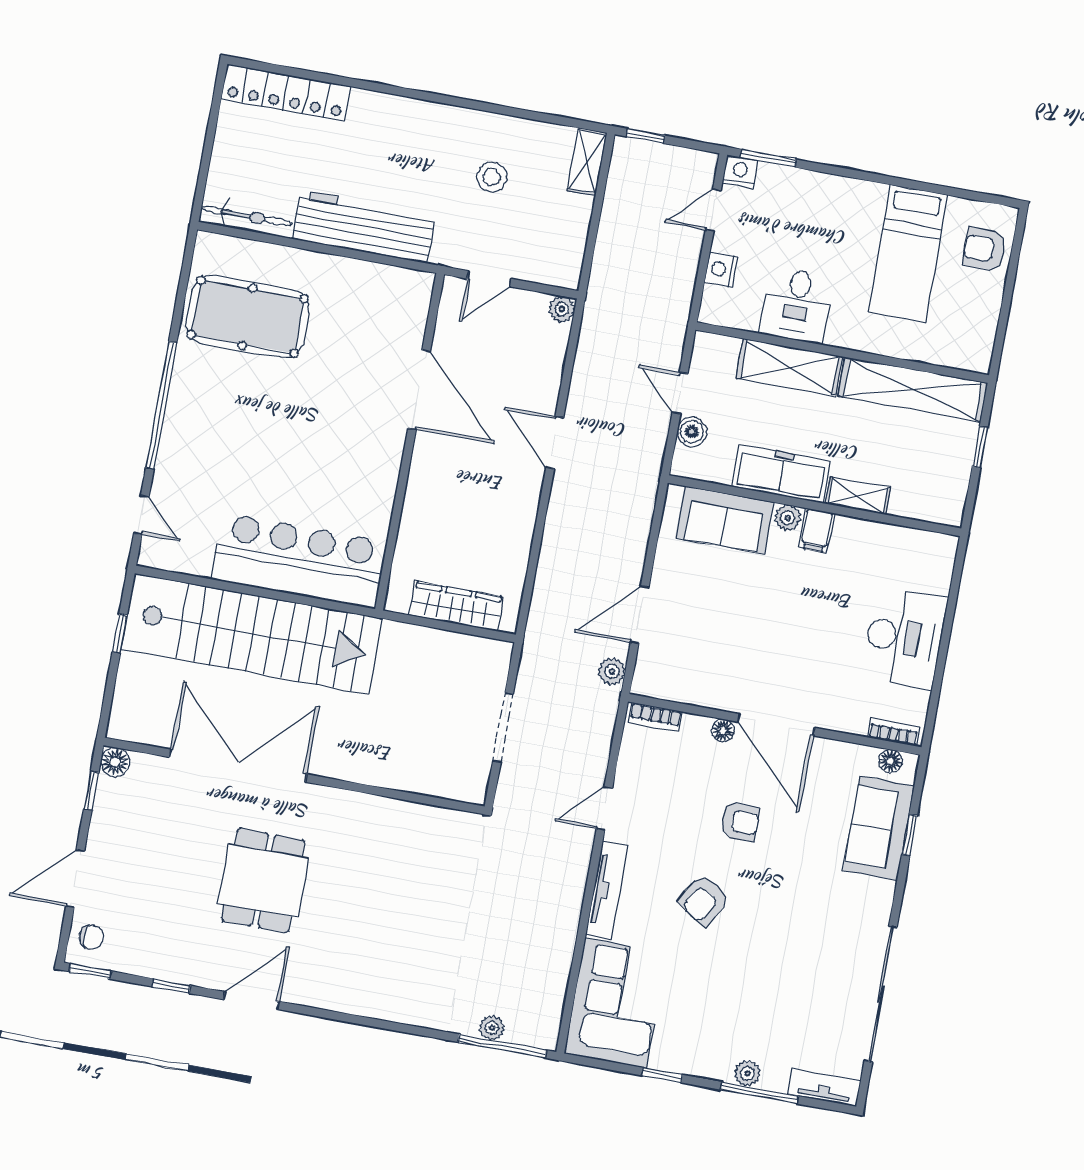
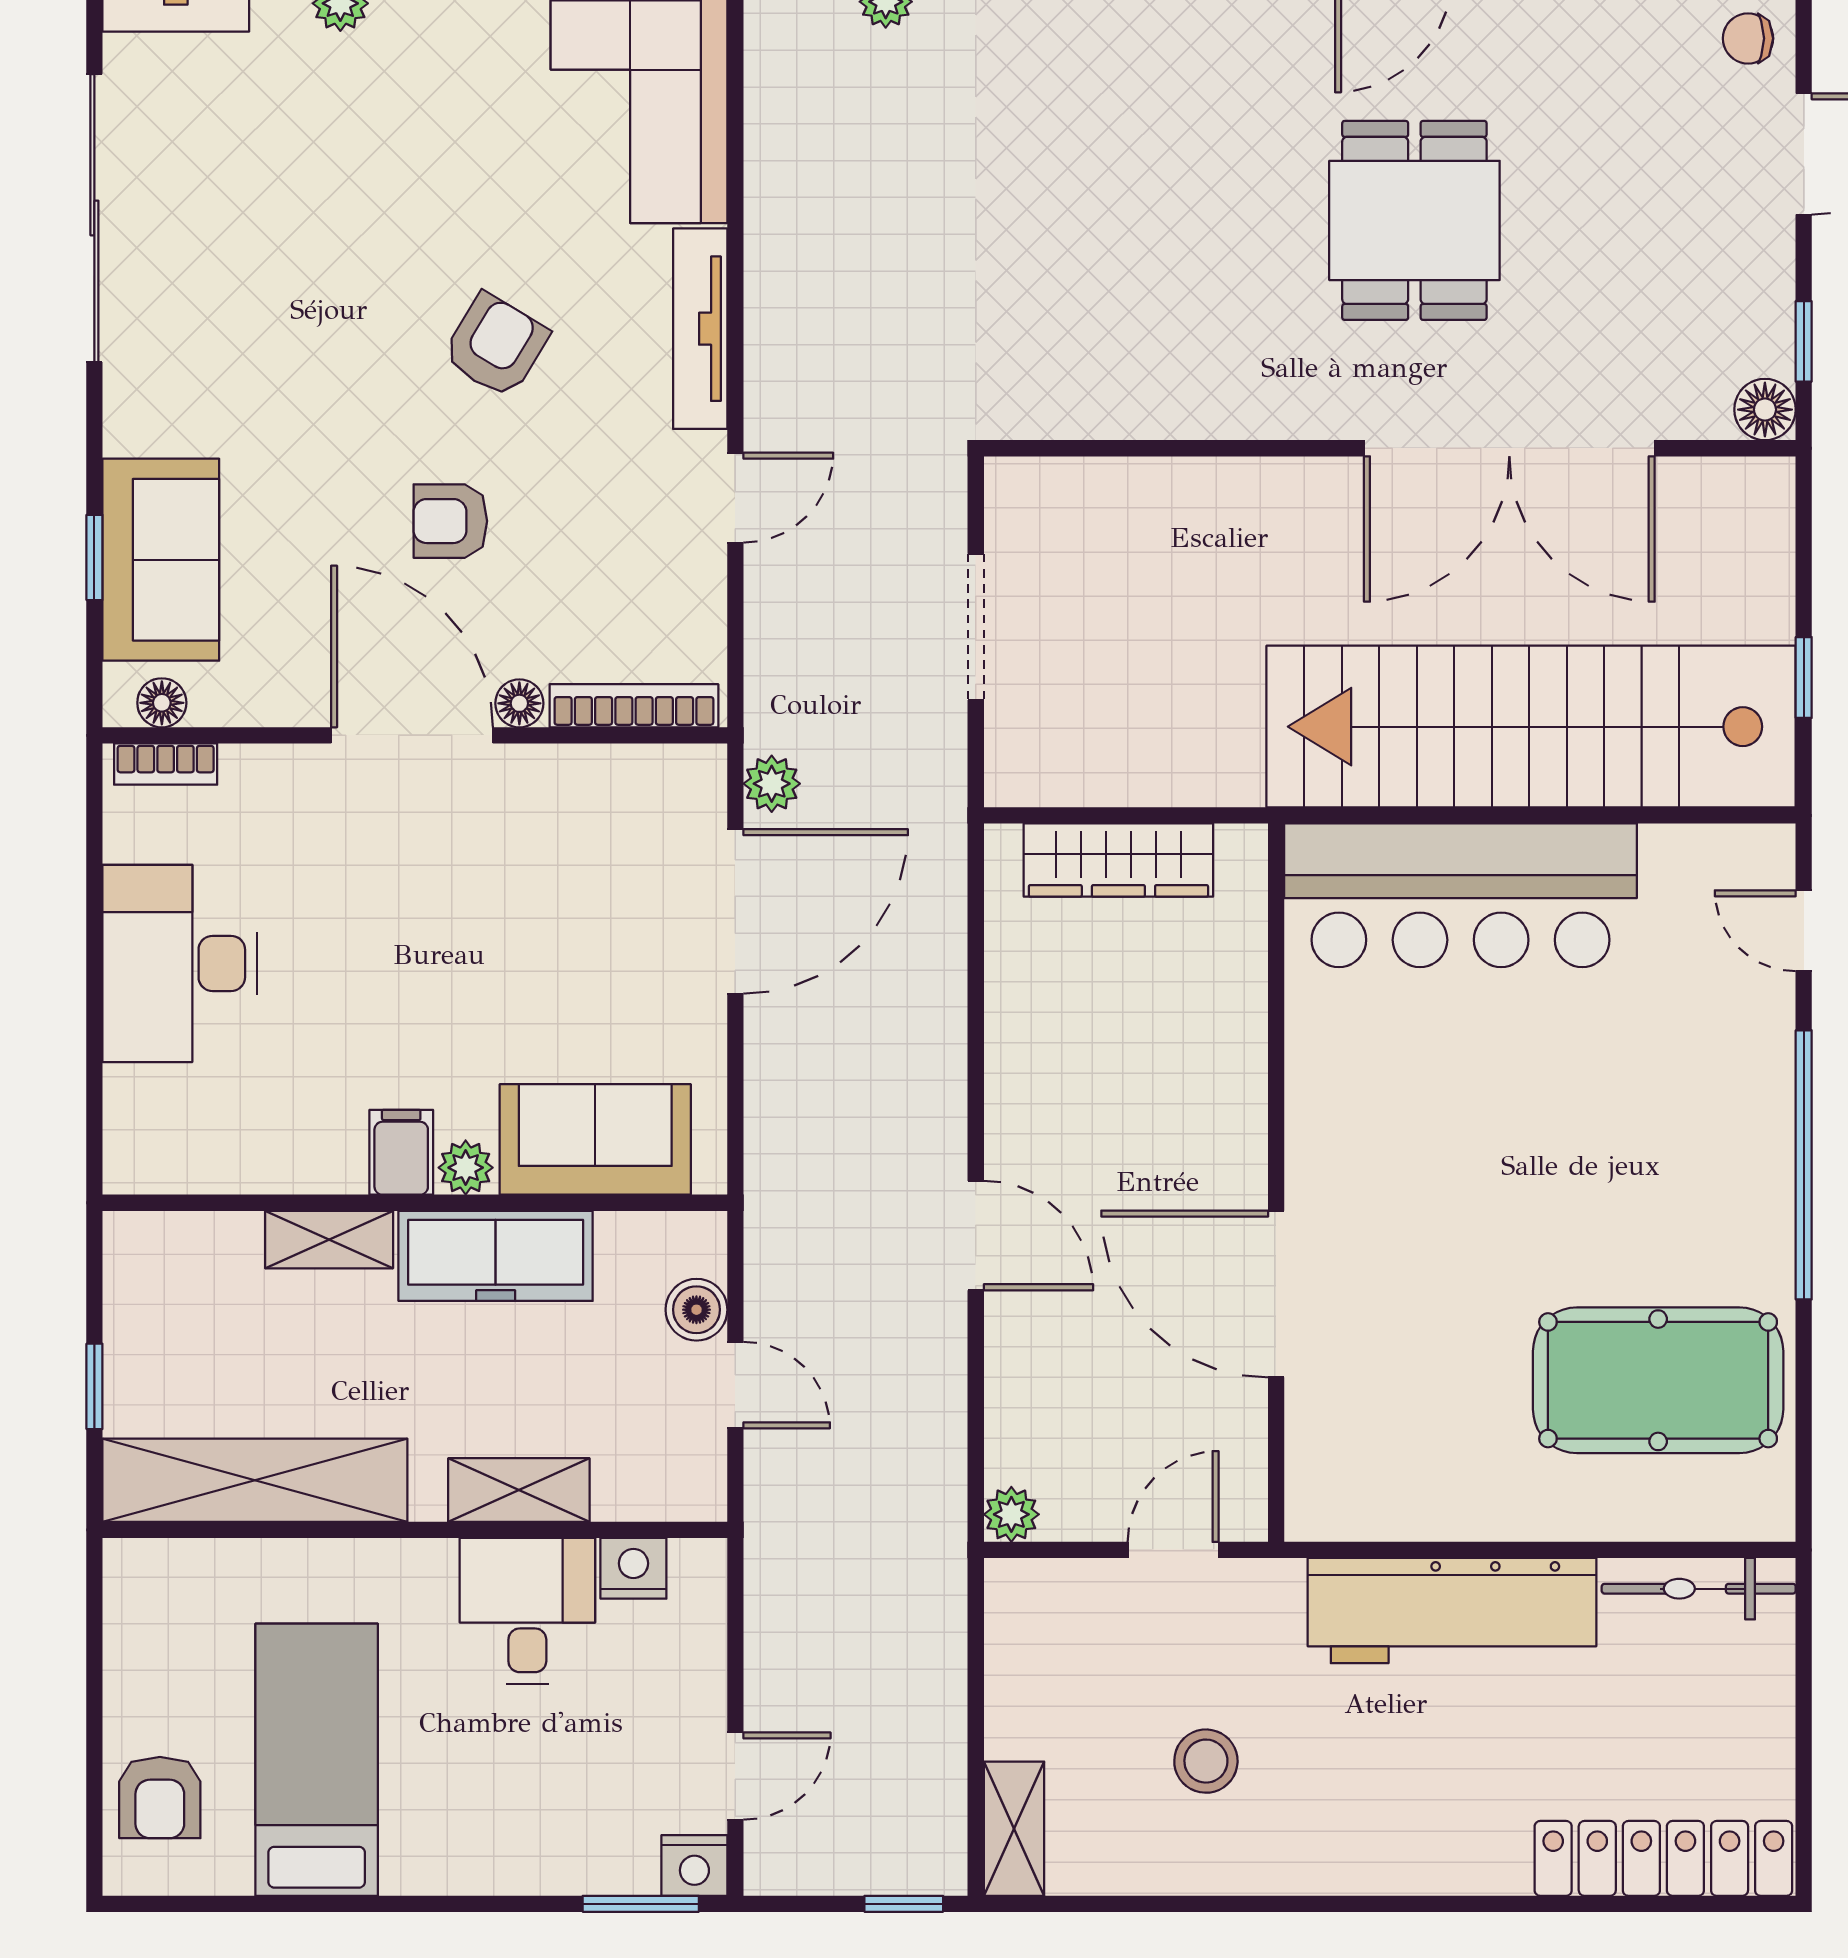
armchair: (984, 249) -> (160, 1798), turned 90
nightstand: (721, 270) -> (633, 1568), moved, turned -90
shelving: (789, 367) -> (519, 1490), width x0.67, depth x0.75
door: (640, 615) -> (735, 911), width x1.36
bookcase: (655, 717) -> (634, 706), width x1.56

